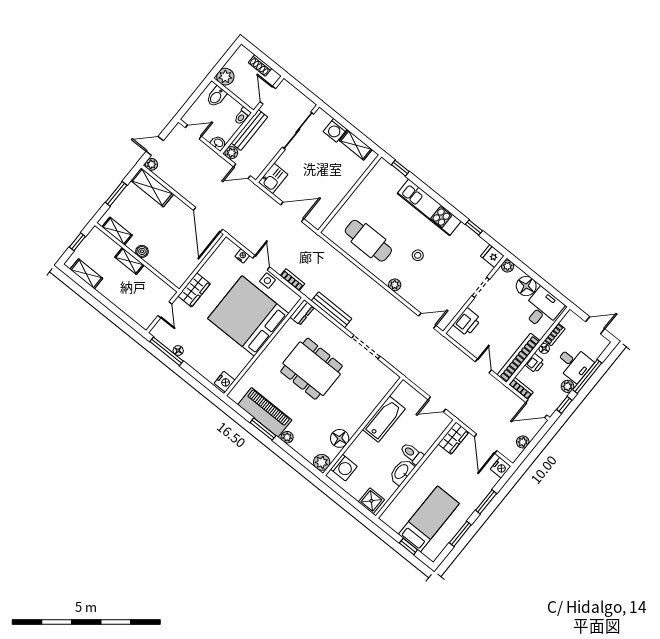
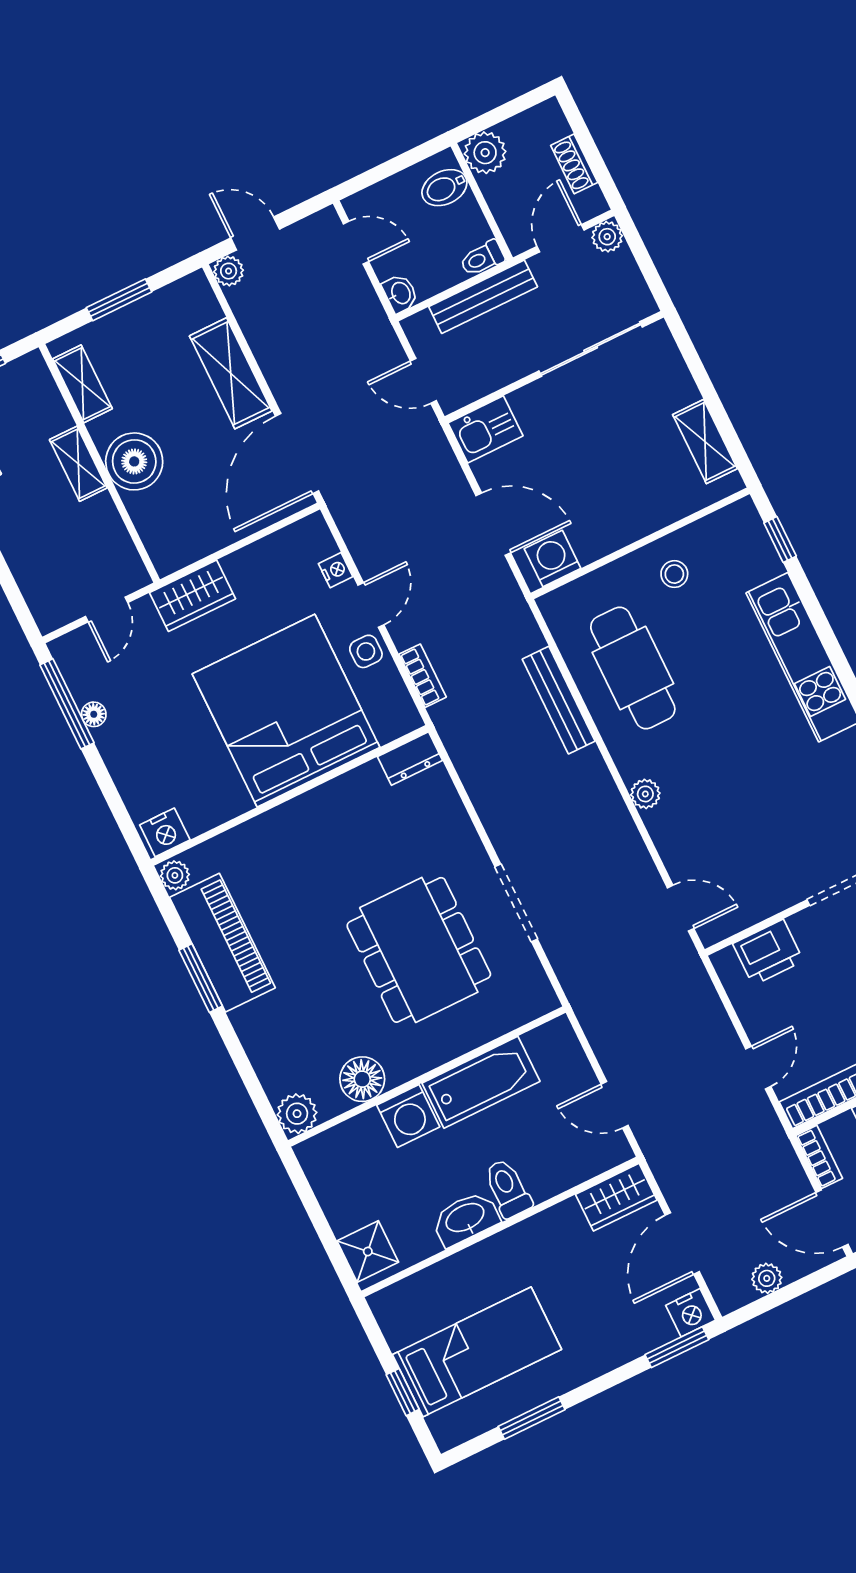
washing machine: (335, 130) -> (553, 558), moved, turned 90
plant: (231, 153) -> (607, 237), moved
shelving: (152, 187) -> (231, 373), moved
boiler: (142, 251) -> (134, 461), width x1.86, depth x1.86
stool: (418, 255) -> (674, 574), moved
bench: (332, 310) -> (559, 700), moved
dining table: (312, 369) -> (419, 950), moved
plant: (287, 437) -> (175, 875), moved
washing machine: (344, 468) -> (408, 1116), moved
window: (486, 502) -> (677, 1347), moved

